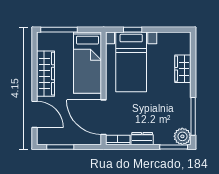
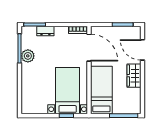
wardrobe: (183, 69) -> (27, 85), removed
wardrobe: (46, 74) -> (134, 76), width x0.67
plant: (182, 136) -> (28, 56), moved
dresser: (142, 139) -> (45, 31), moved

